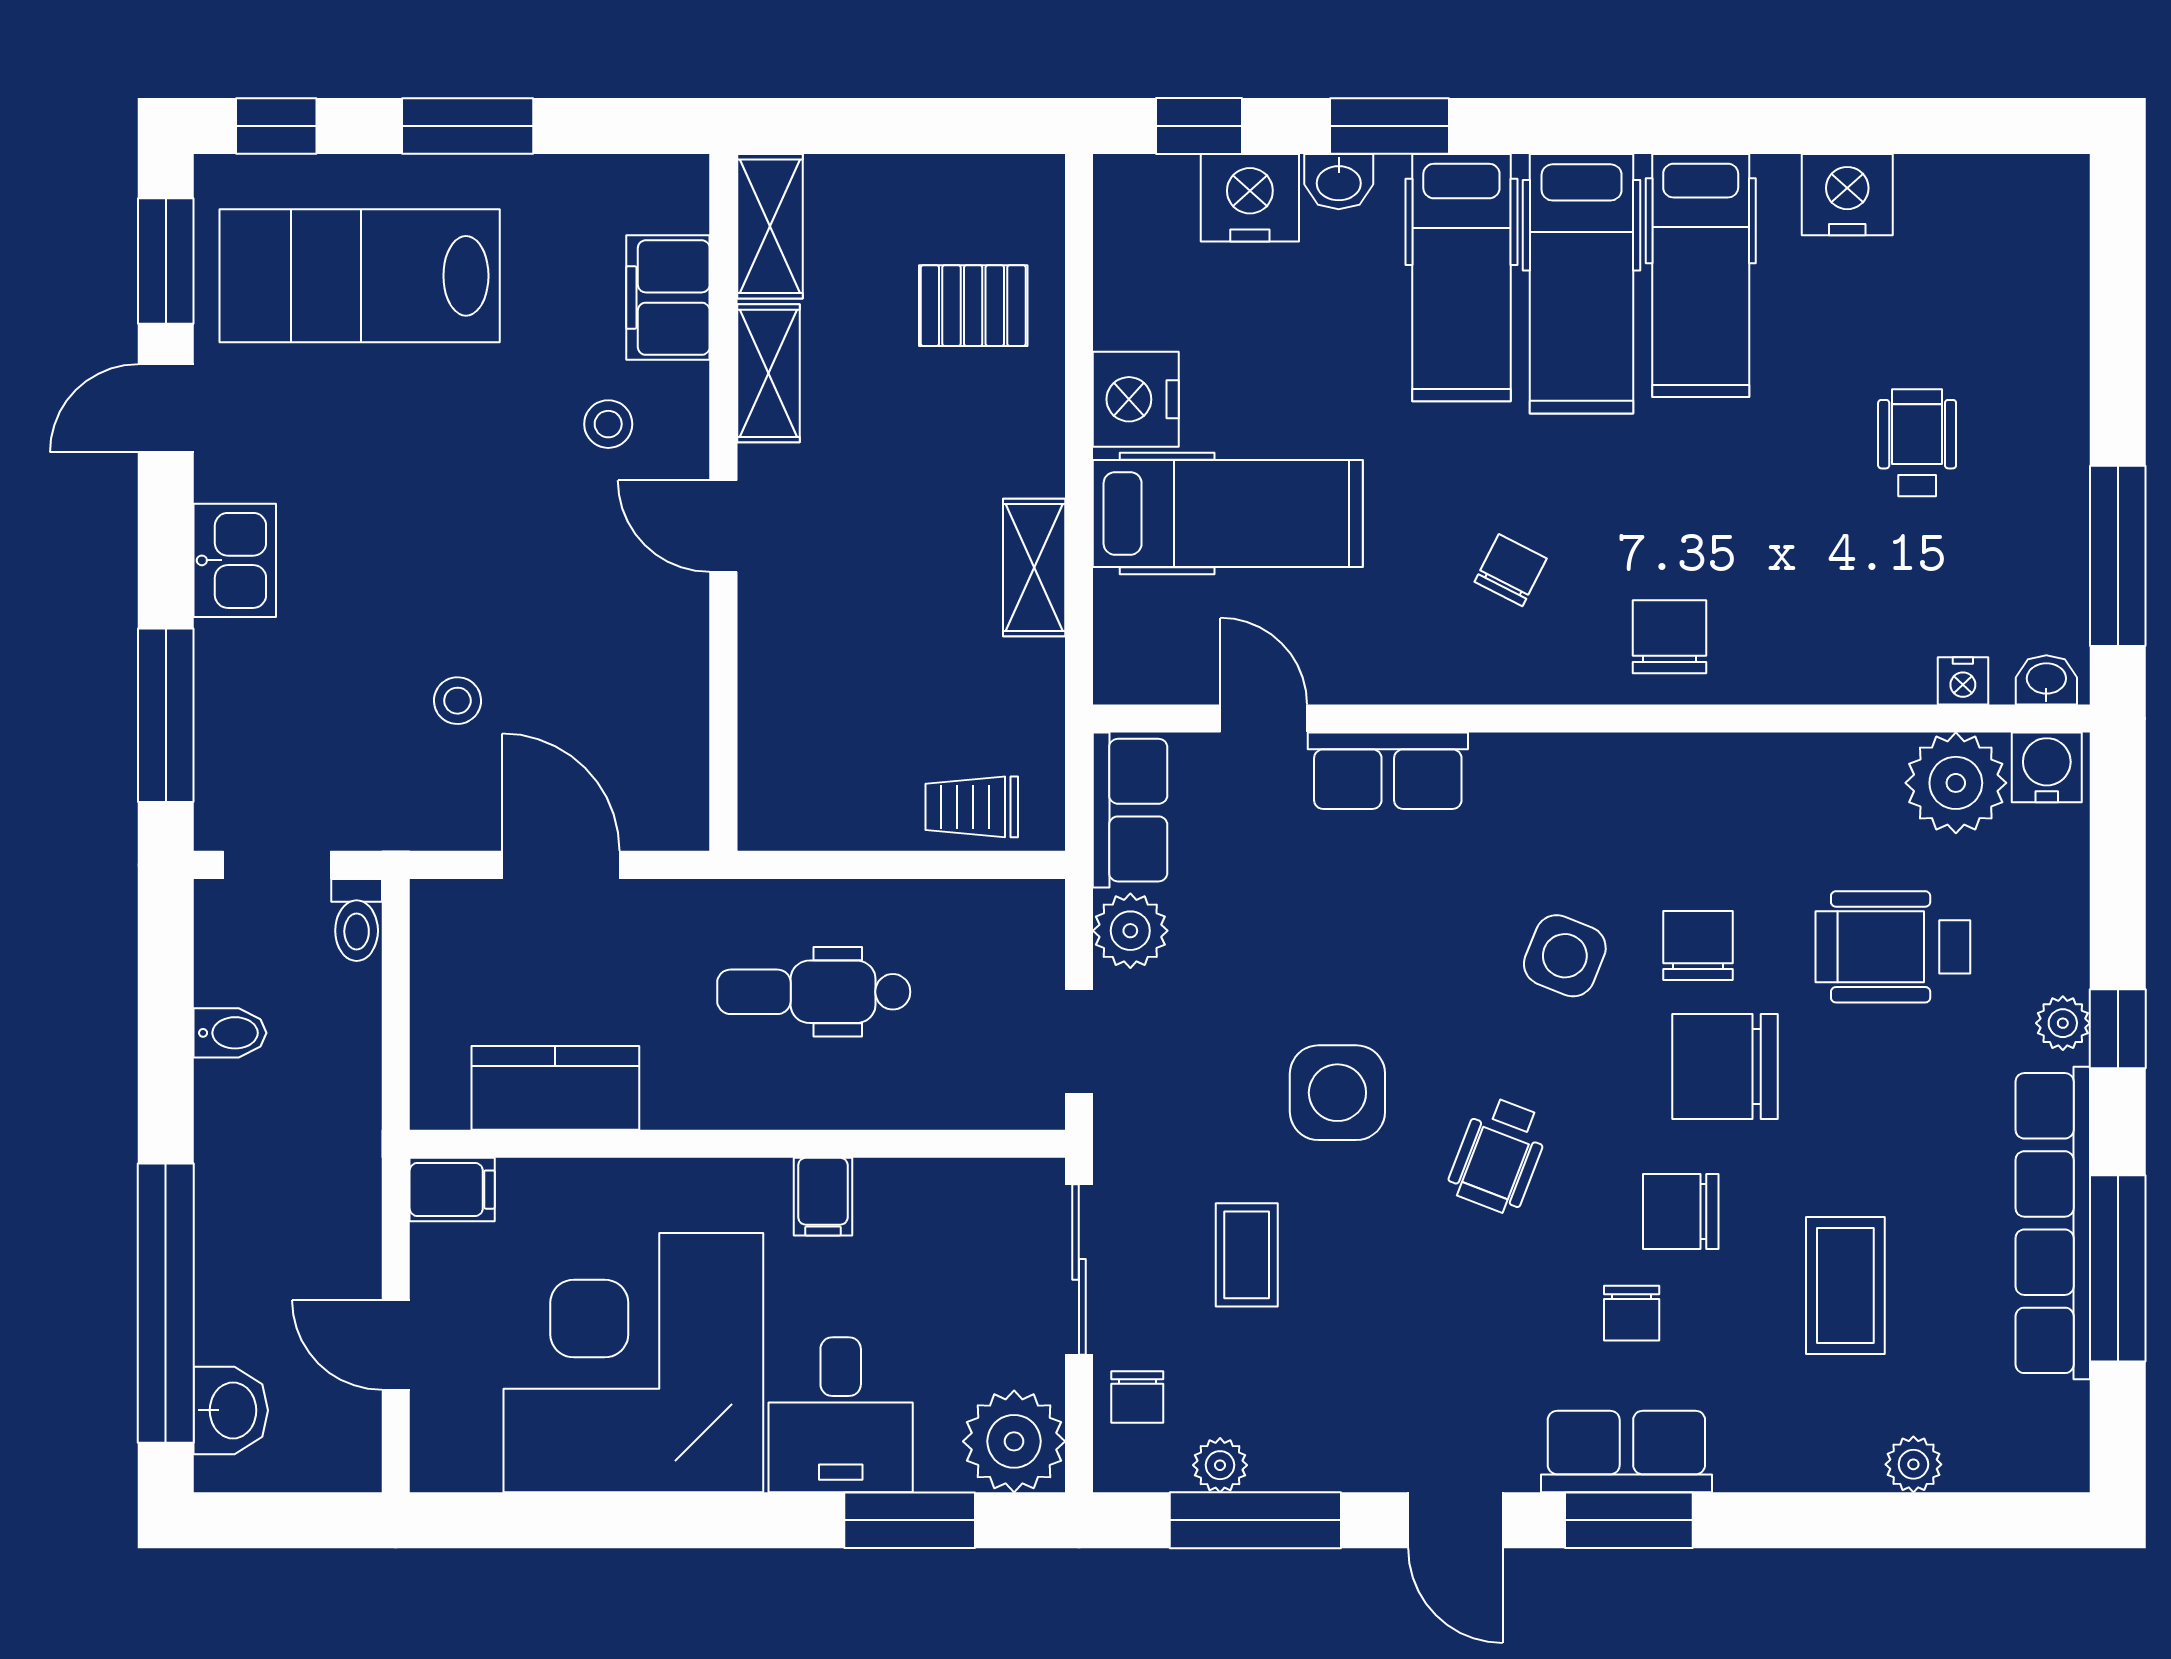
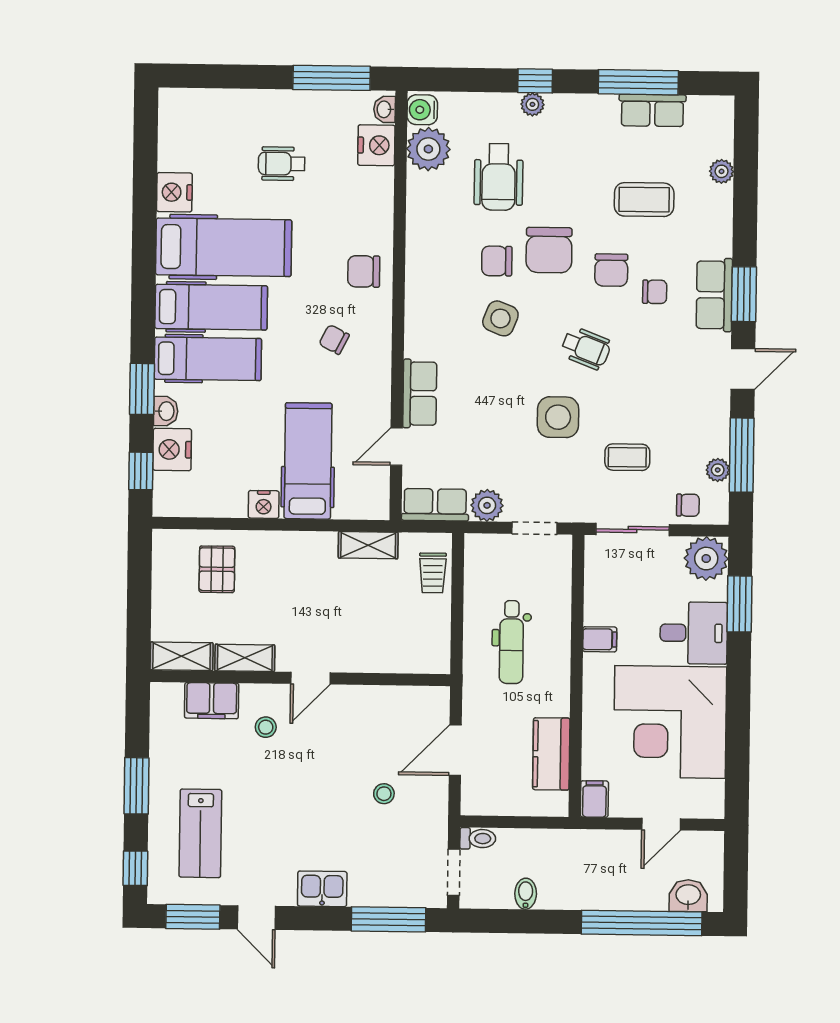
hospital bed: (1701, 275) -> (224, 247), width x1.37, depth x1.29
lab bench: (360, 276) -> (200, 833), width x0.73, depth x0.72
nightstand: (1136, 399) -> (264, 504), width x0.74, depth x0.75
shelving: (1034, 567) -> (368, 545), moved
nightstand: (1963, 681) -> (376, 145), width x1.89, depth x1.79
row of seats: (2053, 1223) -> (652, 110), width x0.50

